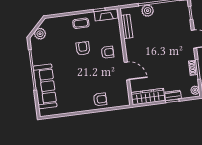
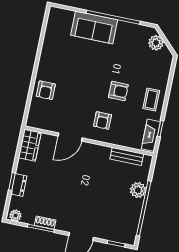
sofa: (45, 86) -> (94, 27), width x0.73
wardrobe: (148, 97) -> (30, 145), width x0.67

